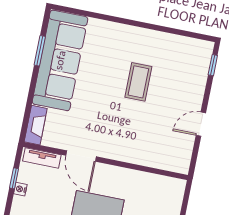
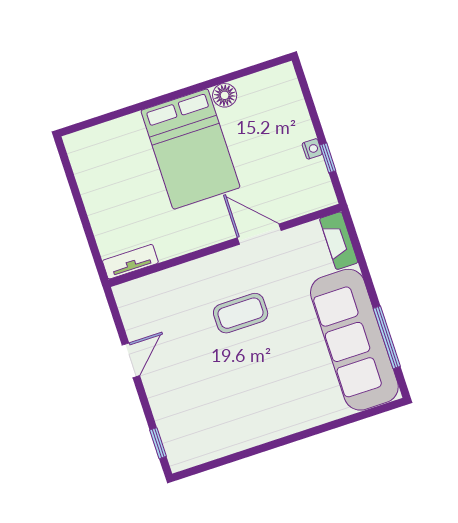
window: (40, 51) -> (387, 337), width x1.44
coffee table: (138, 82) -> (241, 313), moved, turned 90
tv unit: (42, 158) -> (130, 262), moved

